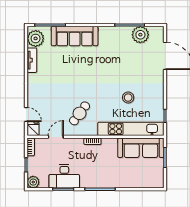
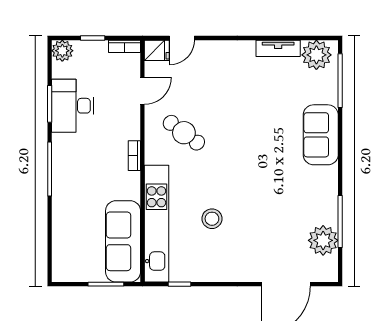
sofa: (75, 36) -> (321, 135), width x0.73
door: (56, 137) -> (142, 91), hinge flipped

